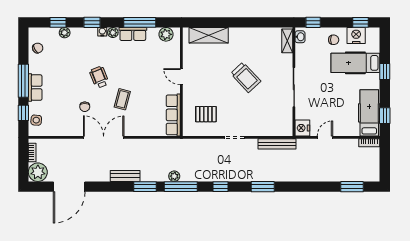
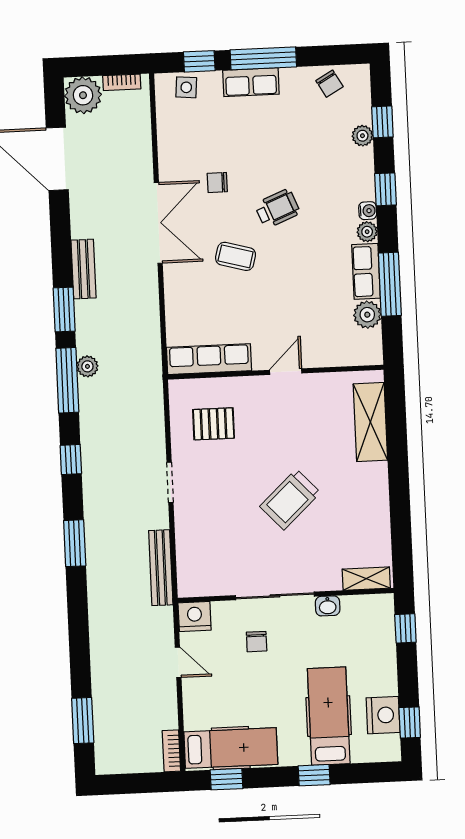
plant: (166, 34) -> (367, 315), moved
washbasin: (300, 37) -> (328, 606), moved
chair: (334, 40) -> (257, 642), moved
pallet: (206, 114) -> (214, 424), turned 90

